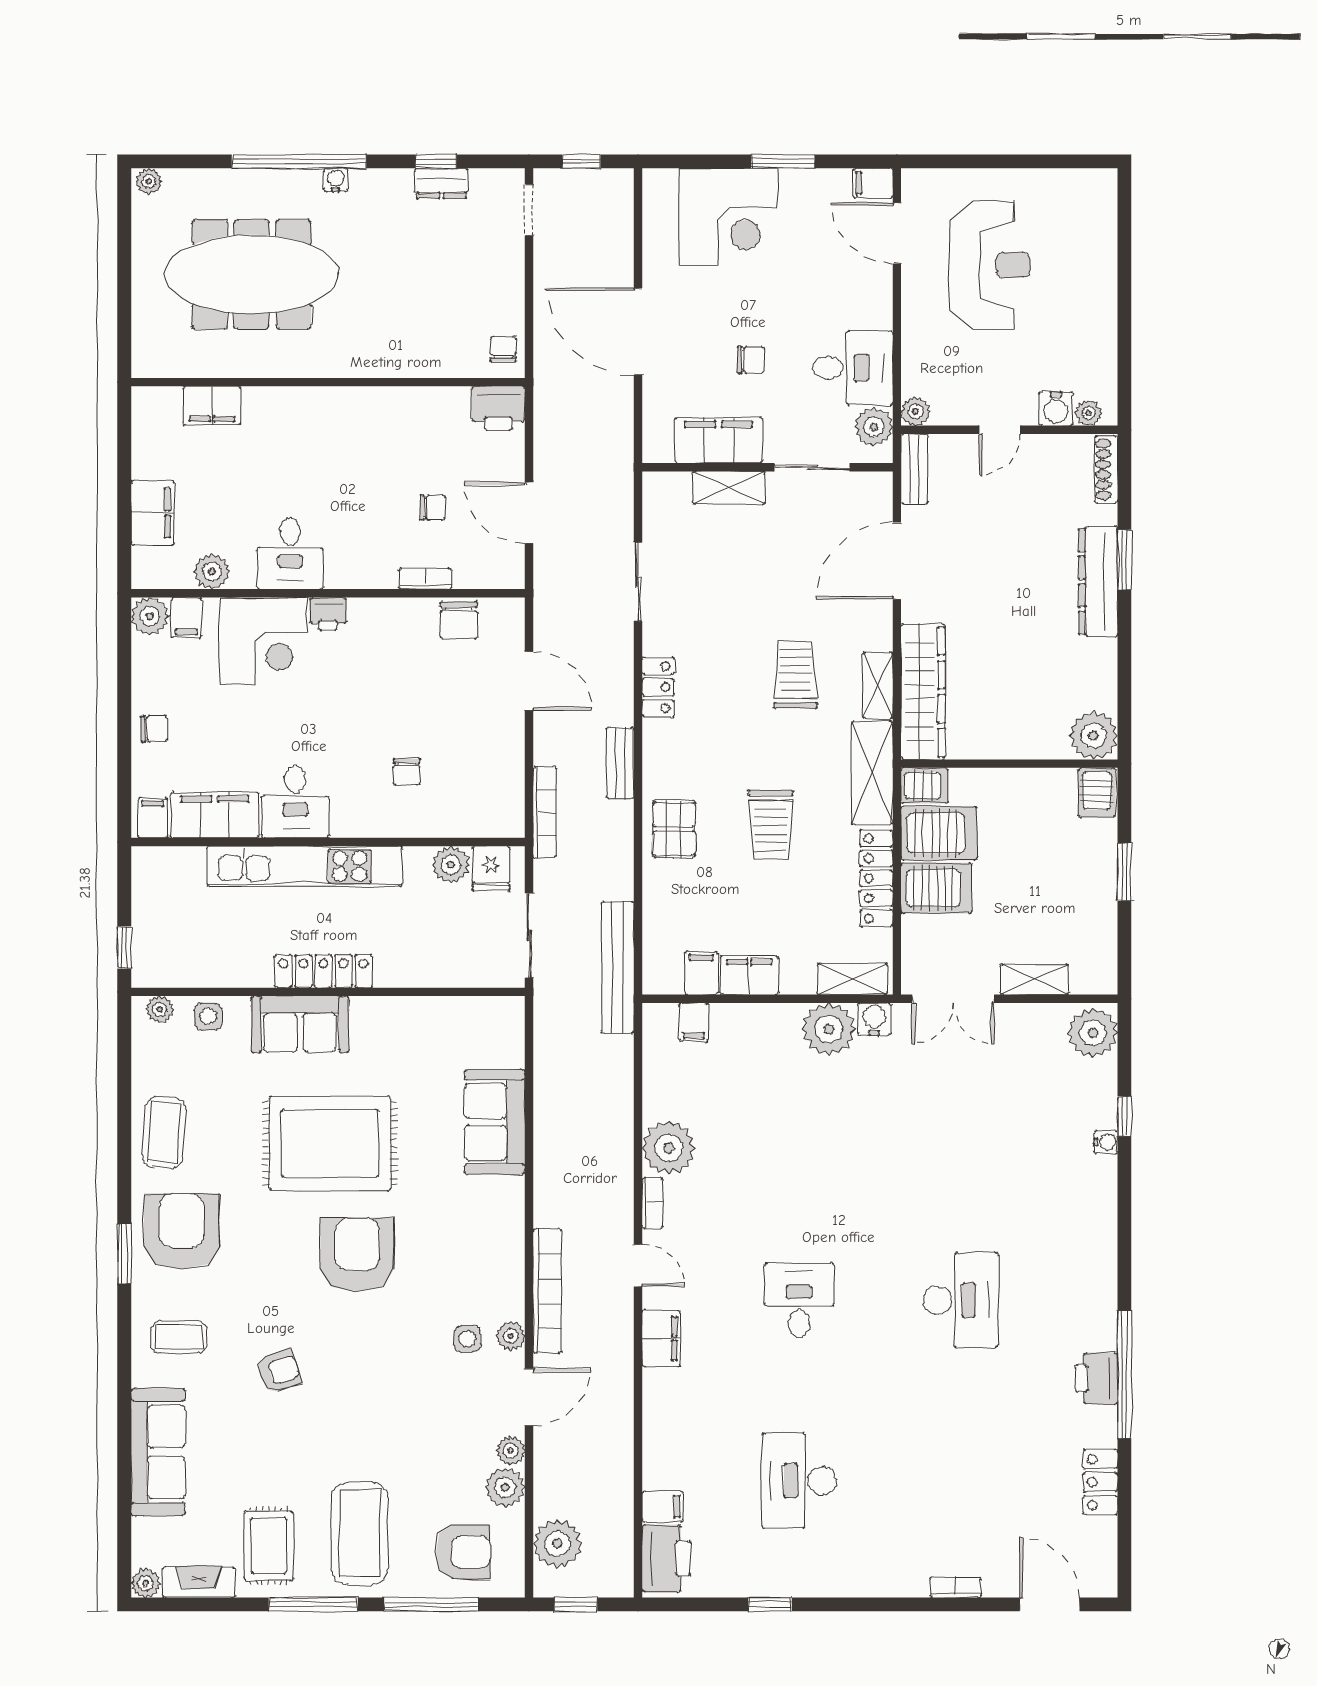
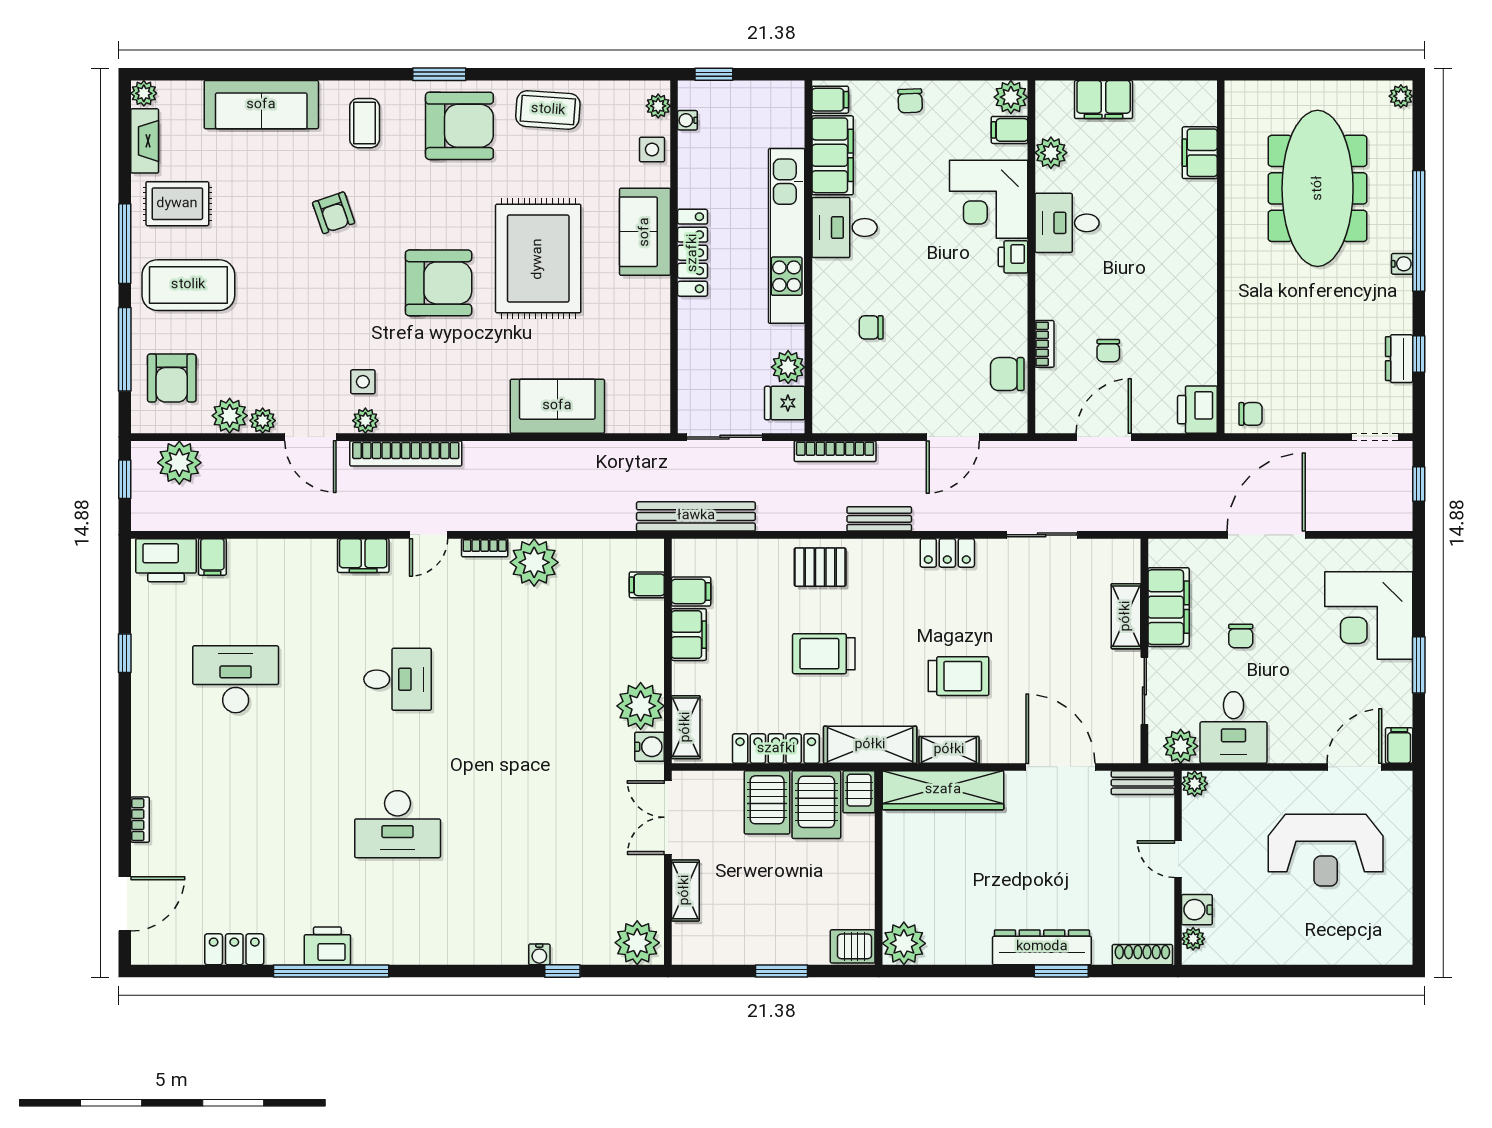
water cooler: (176, 977) -> (687, 120), added

